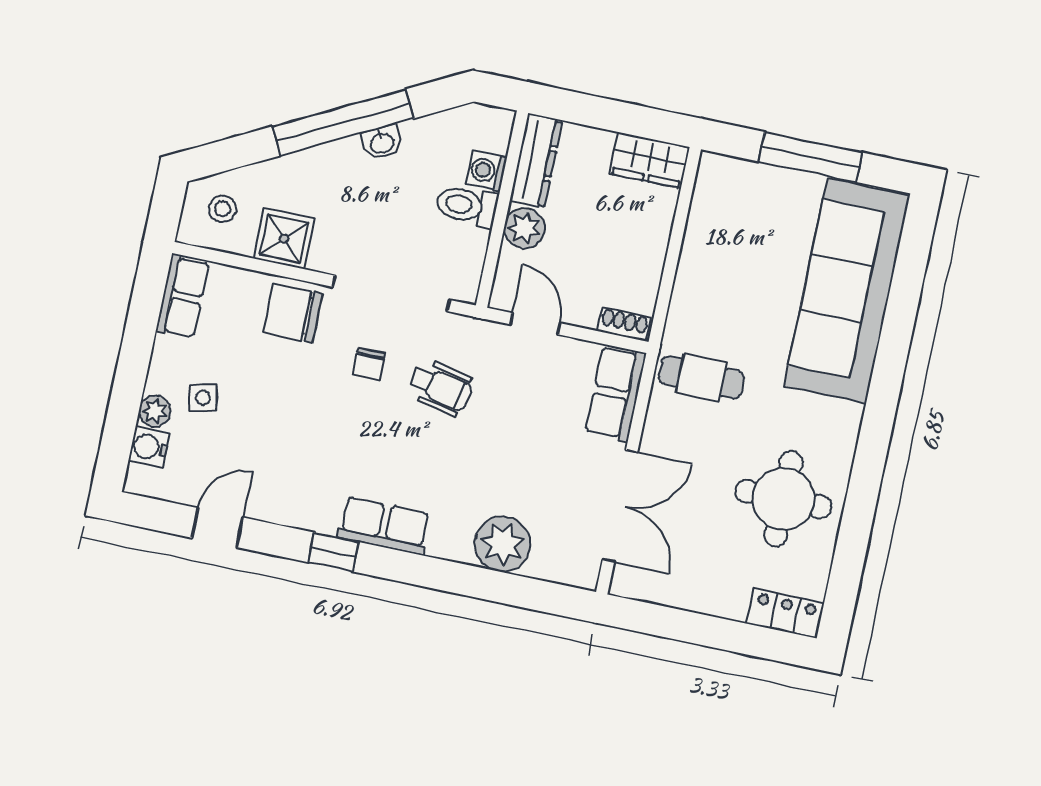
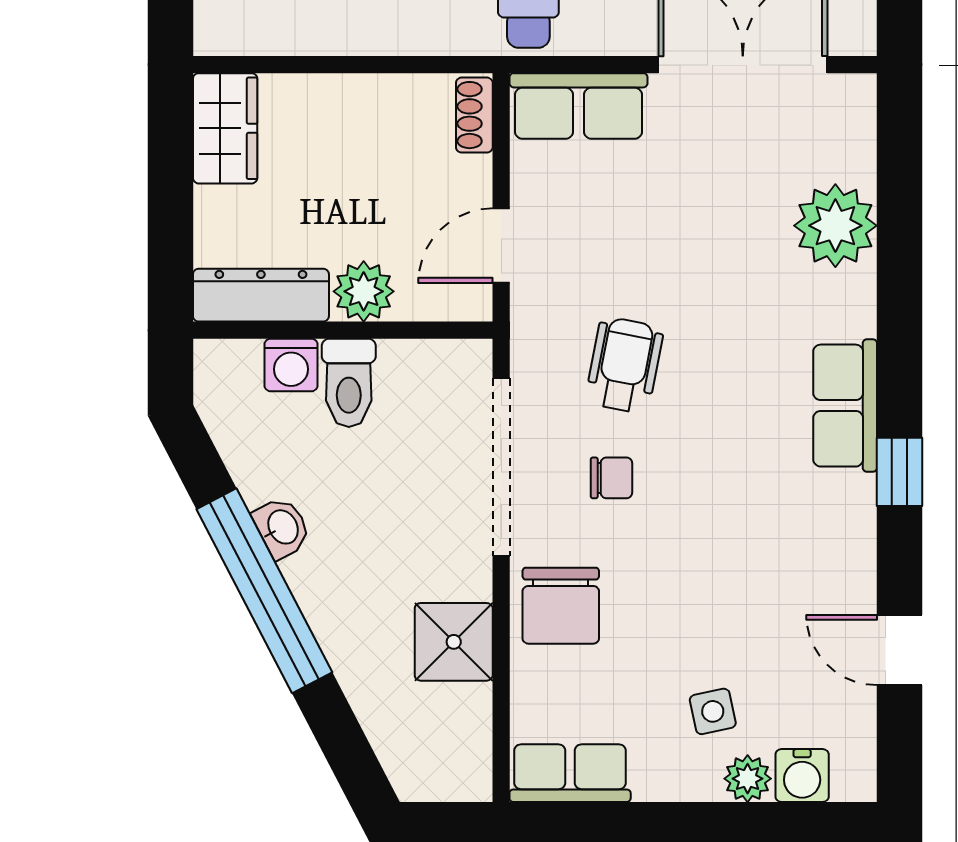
stool: (223, 209) -> (429, 741), removed

